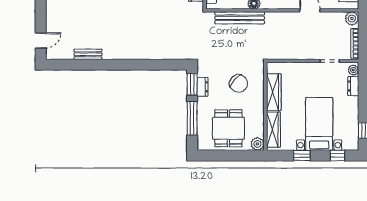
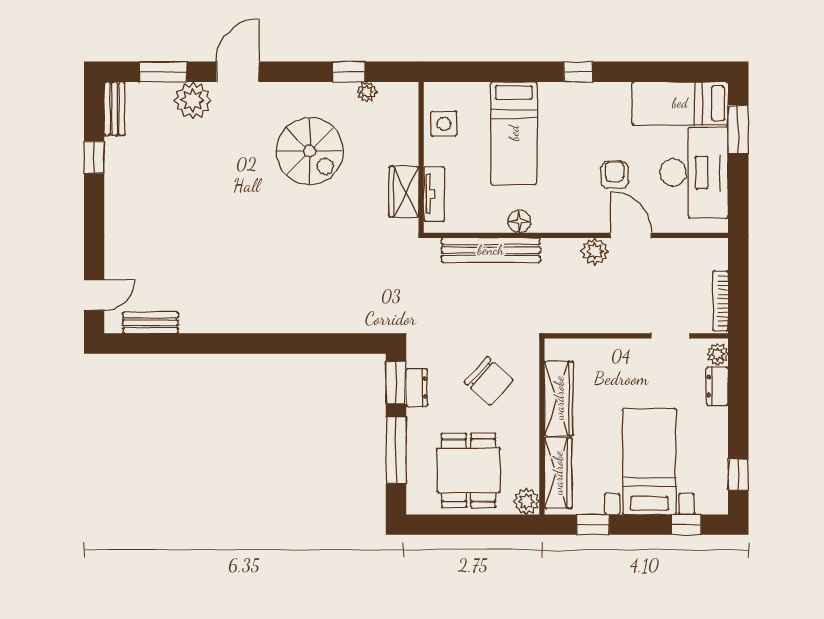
plant: (352, 18) -> (595, 251), moved
bench: (88, 54) -> (151, 323), moved
window: (302, 156) -> (593, 525), moved

